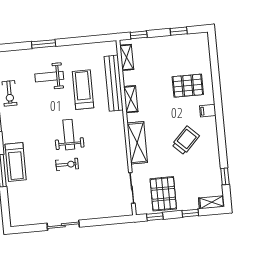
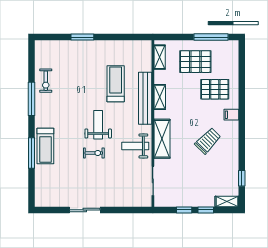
window: (179, 31) -> (211, 37), width x2.17
window: (139, 35) -> (173, 37), removed
weight bench: (49, 77) -> (135, 146), moved
bench: (114, 83) -> (145, 98), moved
pallet: (163, 194) -> (195, 62), moved, turned 90
window: (155, 217) -> (184, 210), moved

